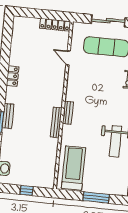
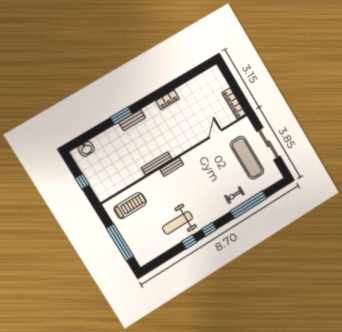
treadmill: (74, 168) -> (130, 206), width x0.73, depth x0.73
window: (96, 197) -> (120, 242), width x1.46

